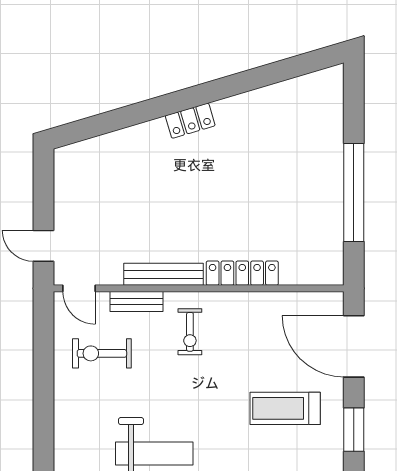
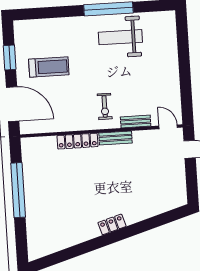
bench: (164, 274) -> (116, 138), width x0.73
exercise bike: (190, 332) -> (105, 106), turned 180
exercise bike: (102, 353) -> (153, 91), removed

